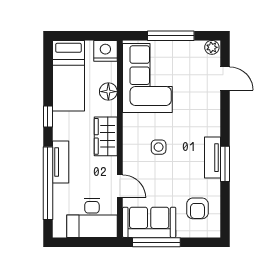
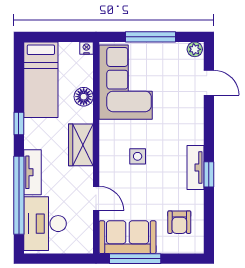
nightstand: (105, 51) -> (86, 48), width x0.53, depth x0.56
window: (225, 164) -> (209, 174), width x0.67
desk: (92, 218) -> (45, 224), moved, turned 90

